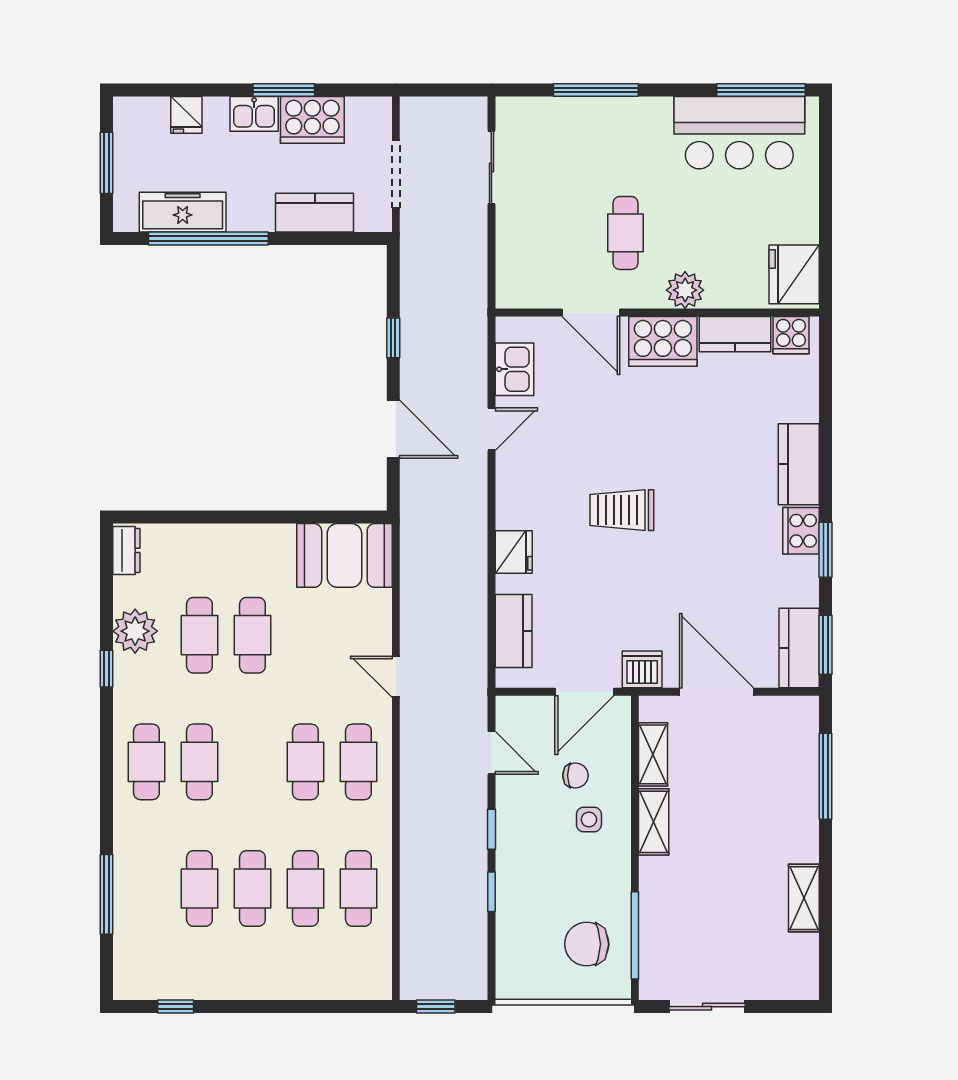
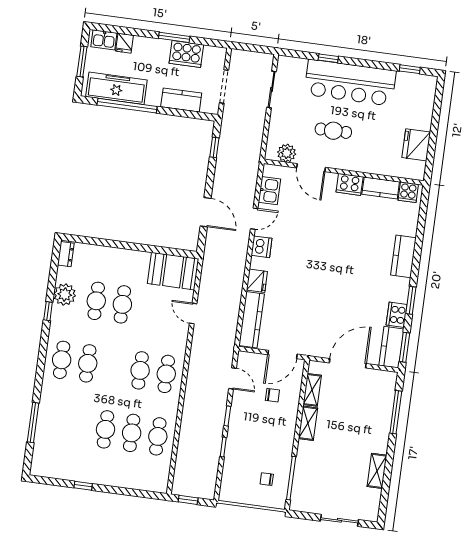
window: (596, 90) -> (328, 58), width x0.46
window: (761, 90) -> (410, 69), width x0.46
kitchen sink: (254, 114) -> (104, 40), moved
bar counter: (739, 133) -> (350, 83), moved, width x1.36
freezer: (183, 212) -> (116, 88), width x1.36, depth x1.26
cafe table: (625, 233) -> (333, 131), turned 90
fridge: (794, 274) -> (416, 145), moved
plant: (685, 290) -> (287, 153), moved
window: (393, 338) -> (214, 147), moved
cooker: (663, 341) -> (350, 184), width x0.73, depth x0.76
trolley: (622, 510) -> (313, 267), removed
cooker: (801, 531) -> (397, 315), moved
kitchen counter: (514, 631) -> (252, 320), width x1.50
dishwasher: (642, 669) -> (262, 247), moved, turned 90
door: (396, 677) -> (193, 313), moved
door: (717, 692) -> (348, 363), hinge flipped
side table: (589, 820) -> (276, 418), removed
cafe table: (199, 888) -> (79, 426), removed
chair: (587, 944) -> (267, 479), width x0.54, depth x0.54
window: (176, 1007) -> (83, 486), moved
sliding door: (707, 1007) -> (339, 520), moved

